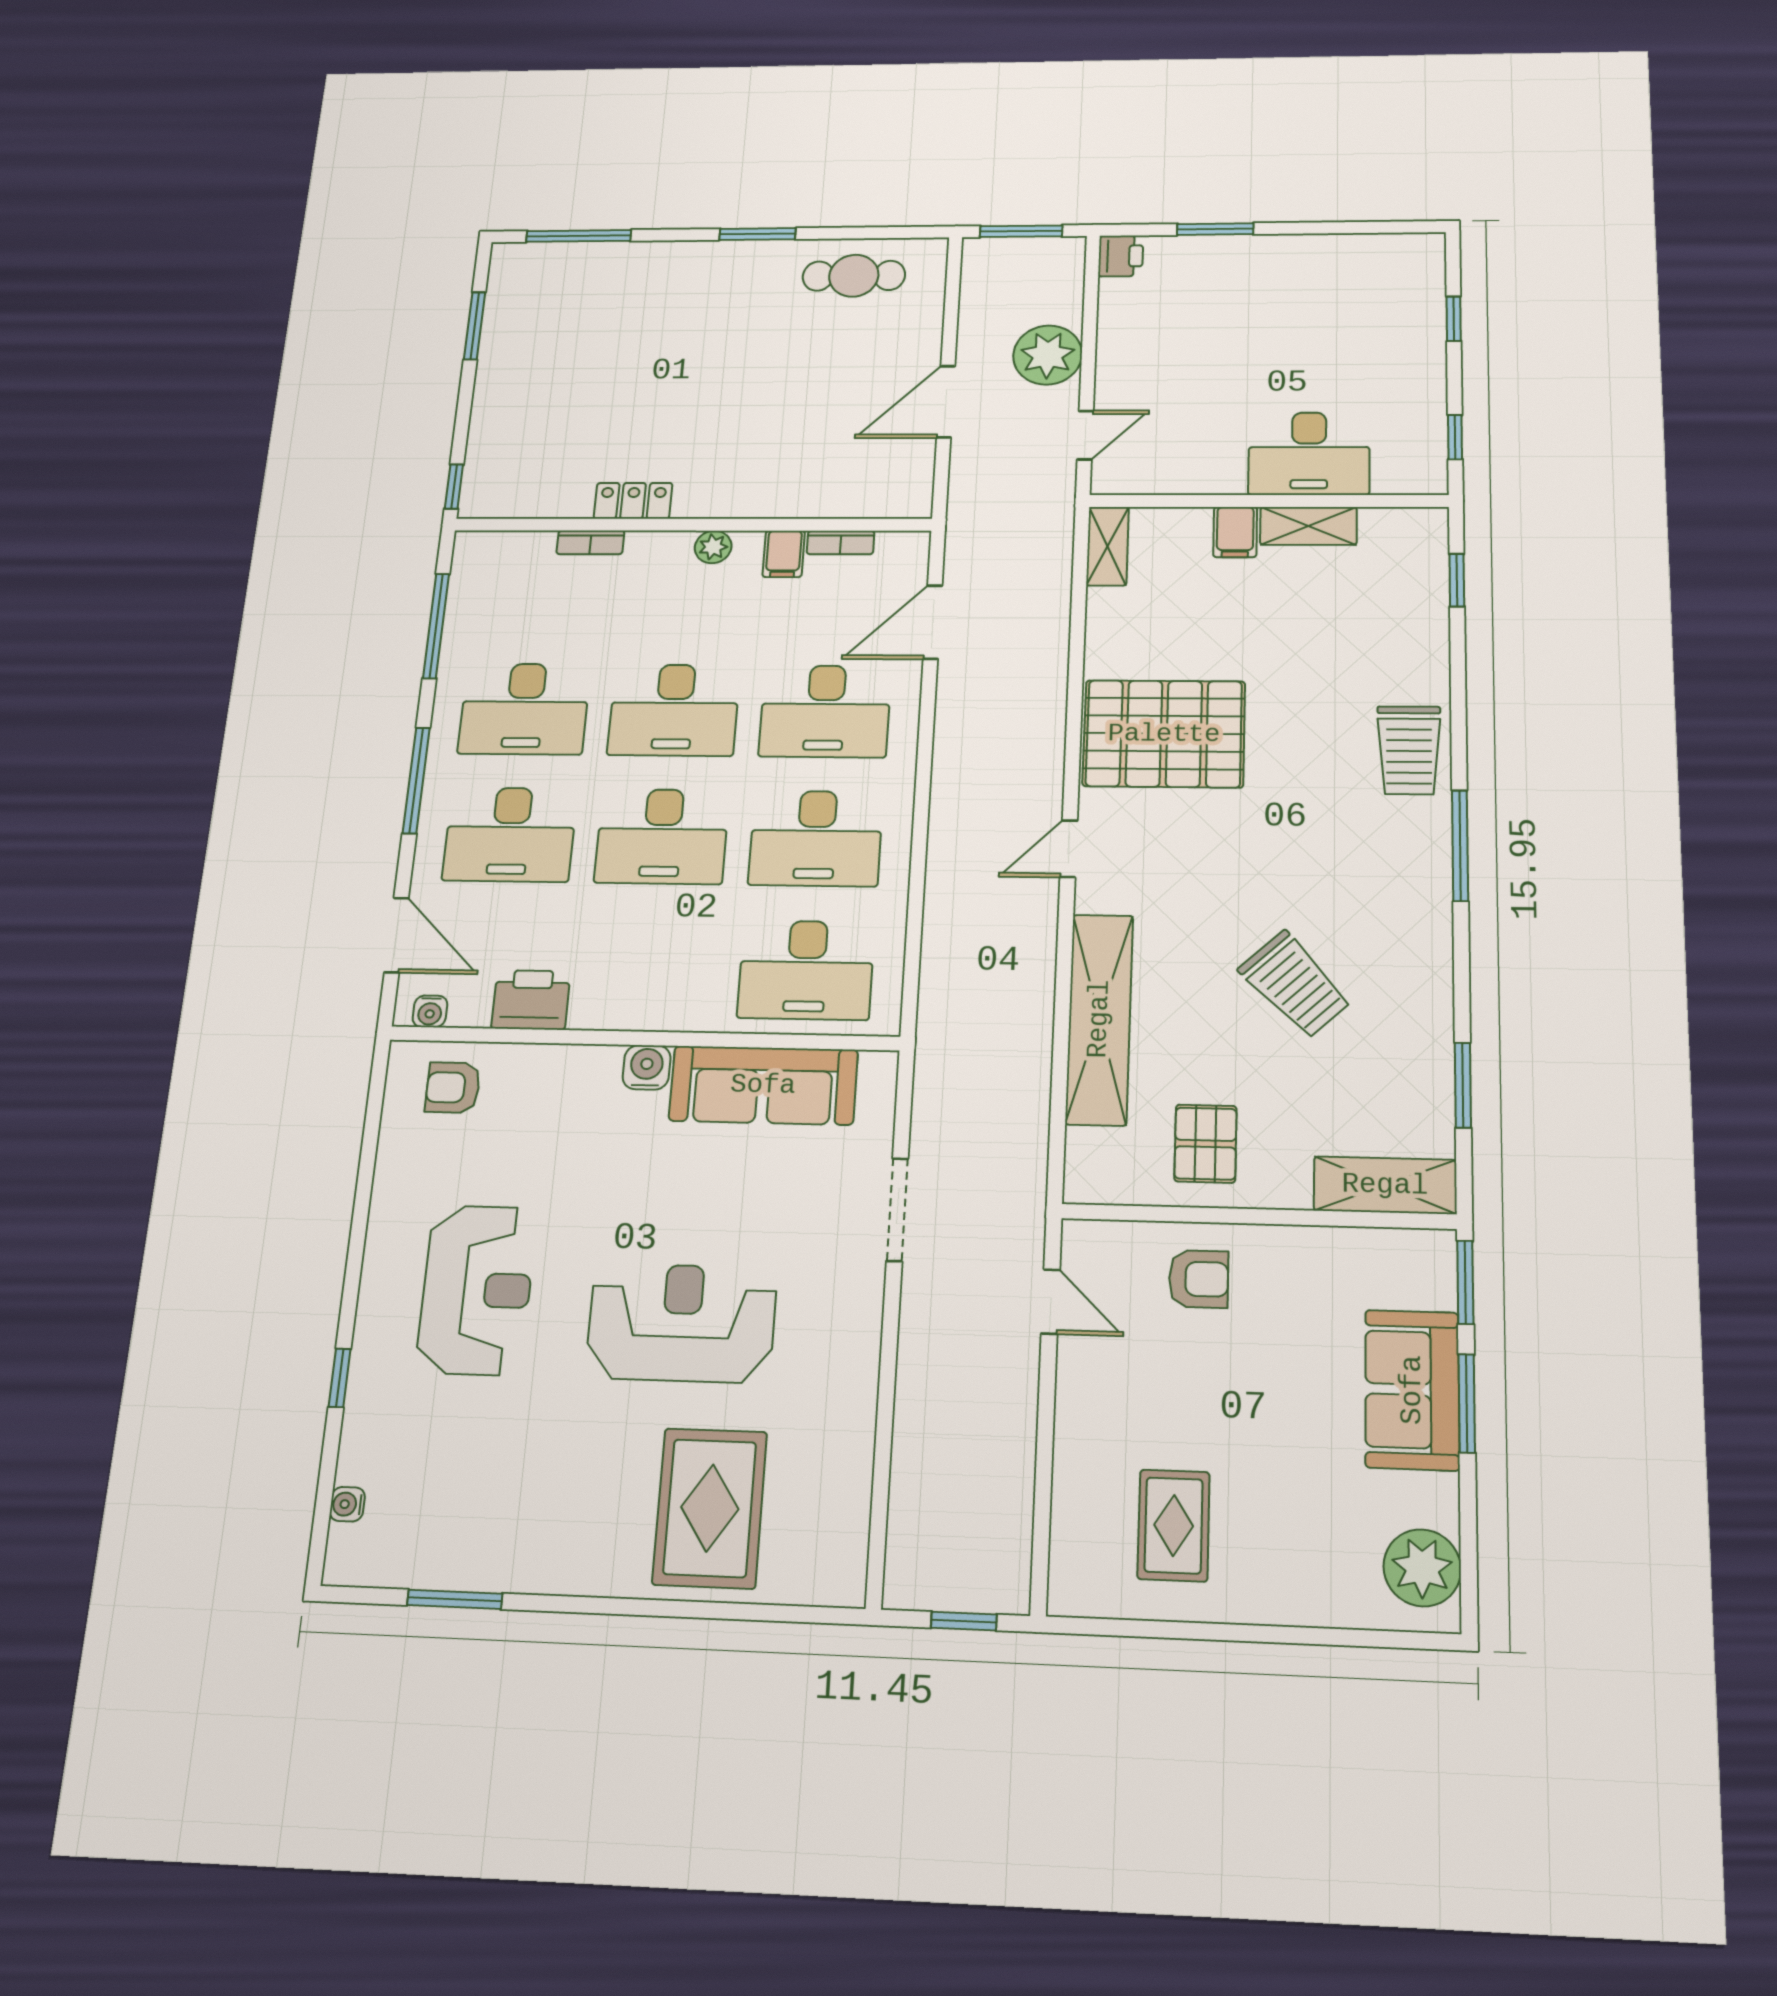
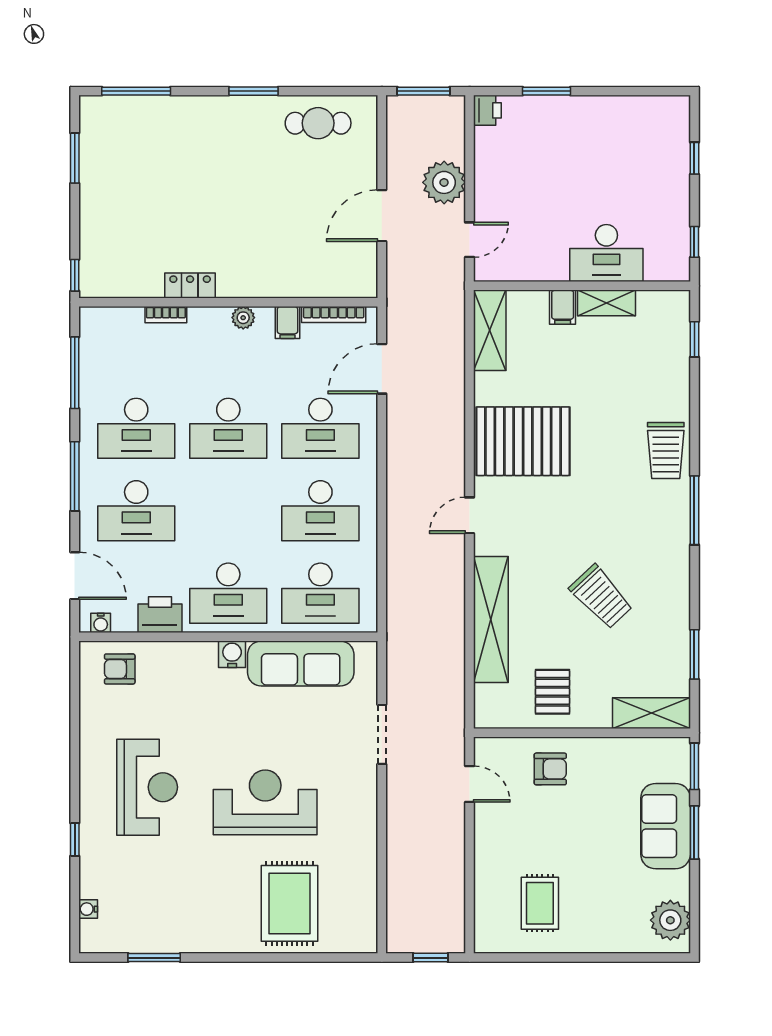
bookcase: (841, 543) -> (334, 315), width x1.56
shelving: (1108, 546) -> (490, 330), width x1.50, depth x1.33
desk: (662, 836) -> (228, 593), moved

